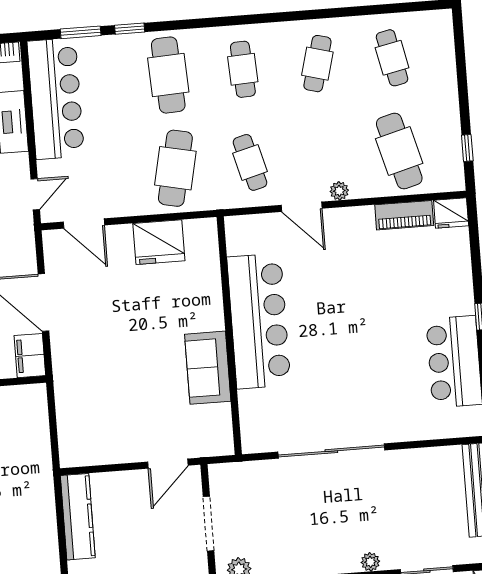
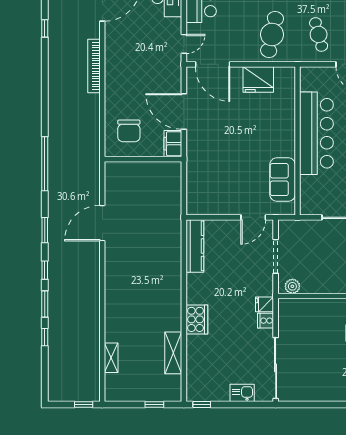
door: (84, 224) -> (213, 64), width x1.36
sofa: (208, 368) -> (283, 180), moved

